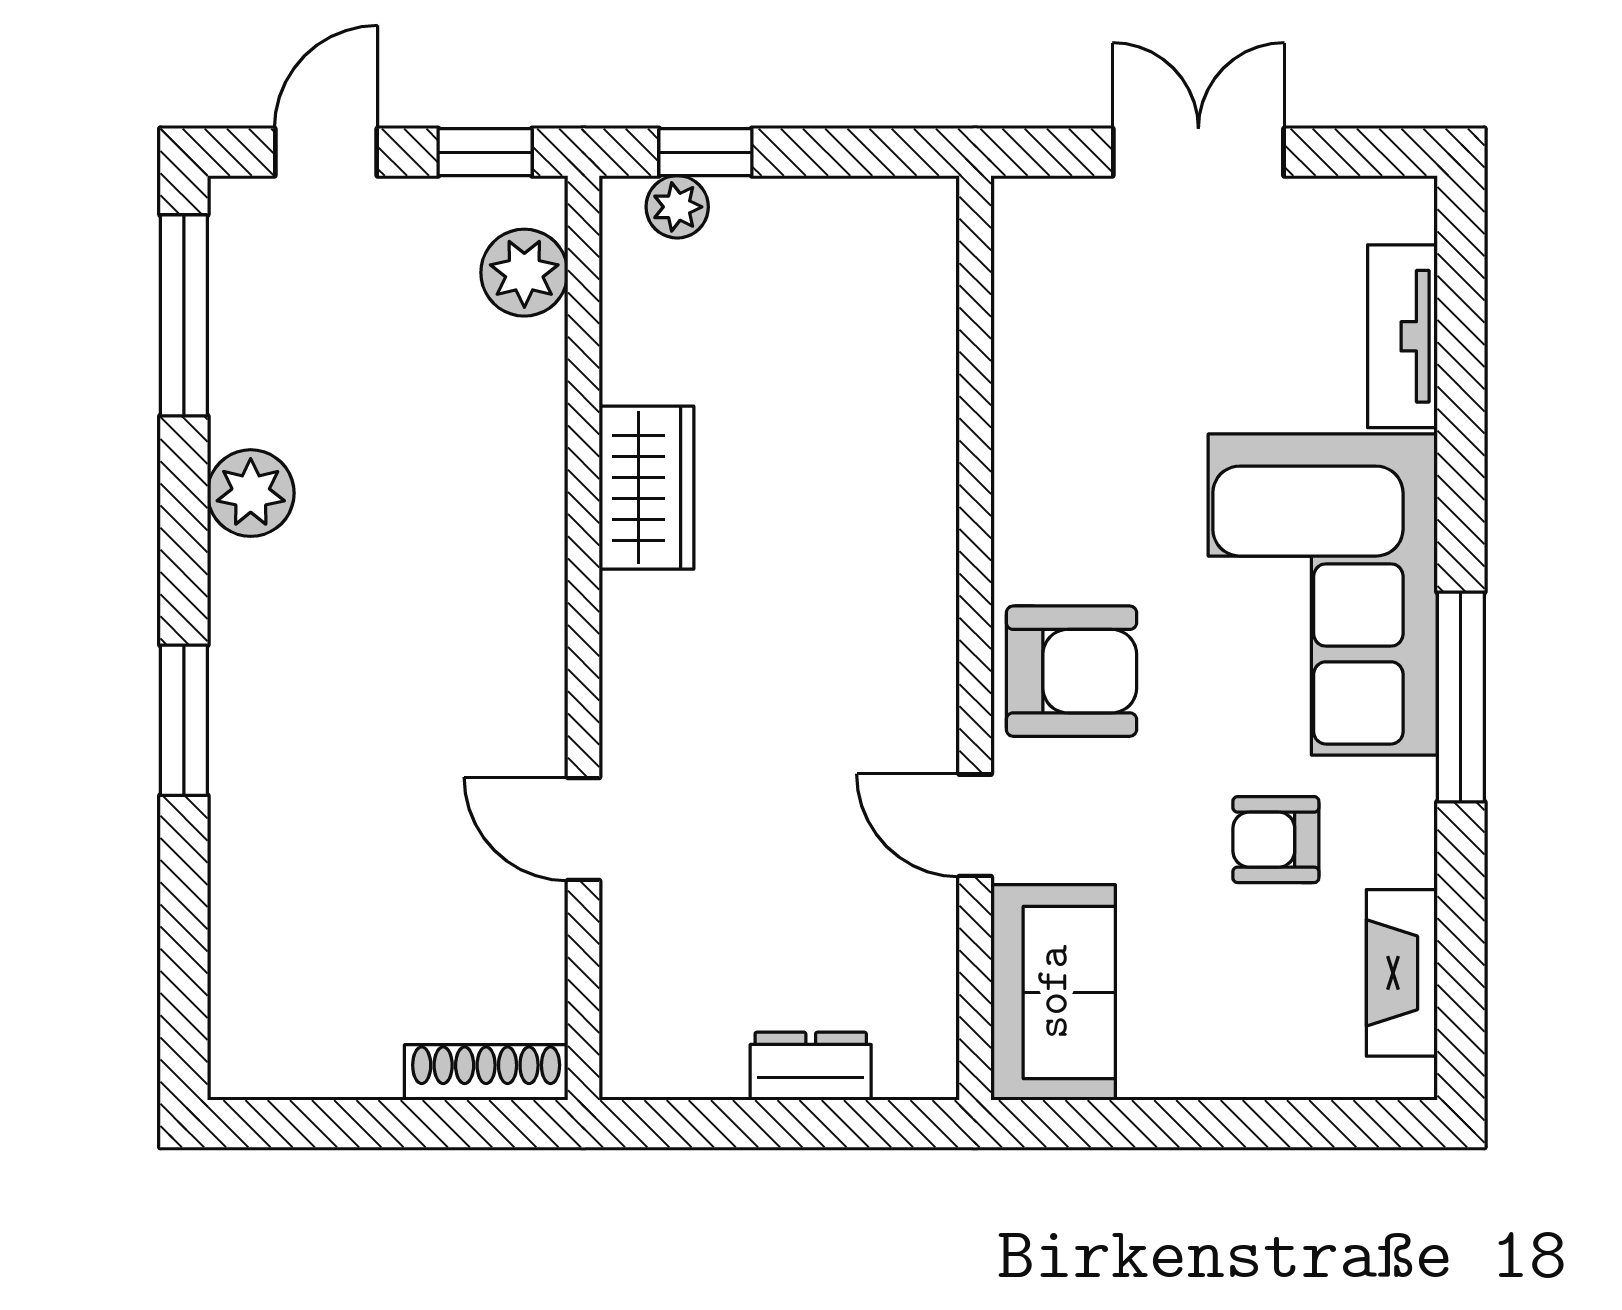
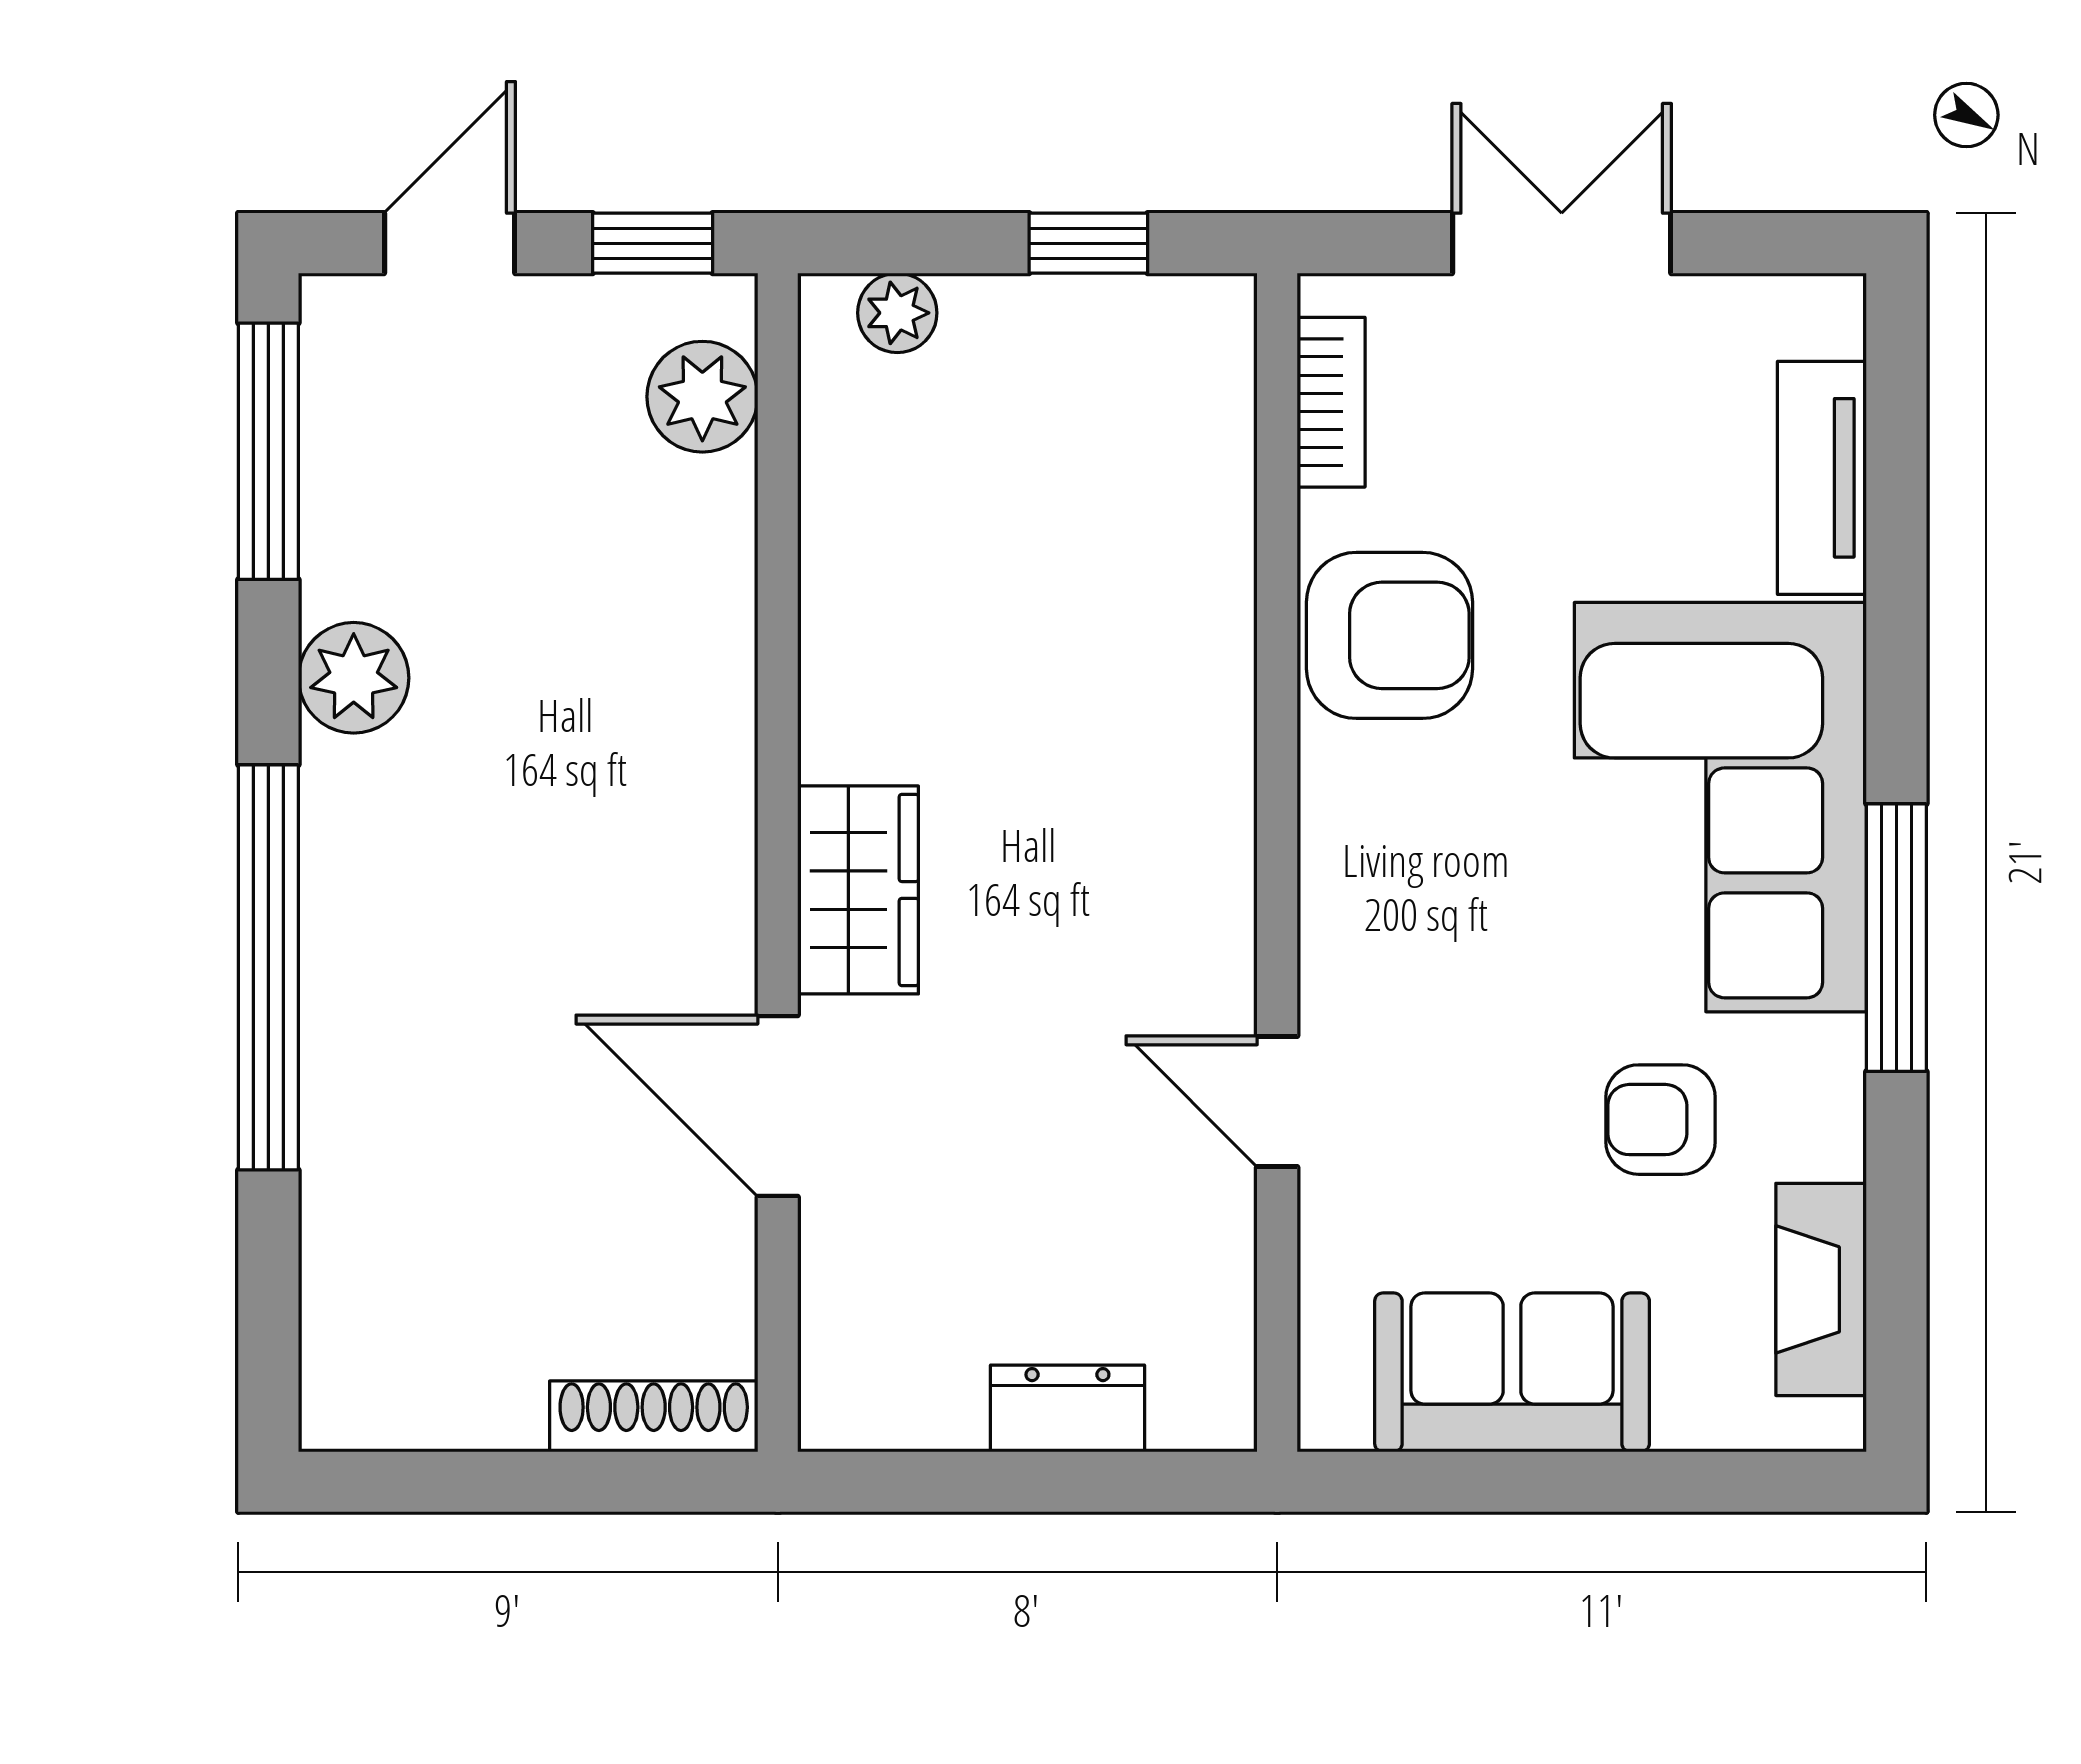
window: (705, 152) -> (1088, 243), moved
bookcase: (1017, 277) -> (1331, 402), added
wardrobe: (646, 488) -> (858, 890), moved
armchair: (1071, 671) -> (1389, 635), moved
window: (184, 720) -> (268, 967), width x2.11
door: (583, 829) -> (778, 1106), width x1.38
sofa: (1053, 992) -> (1512, 1372), moved, turned -90

